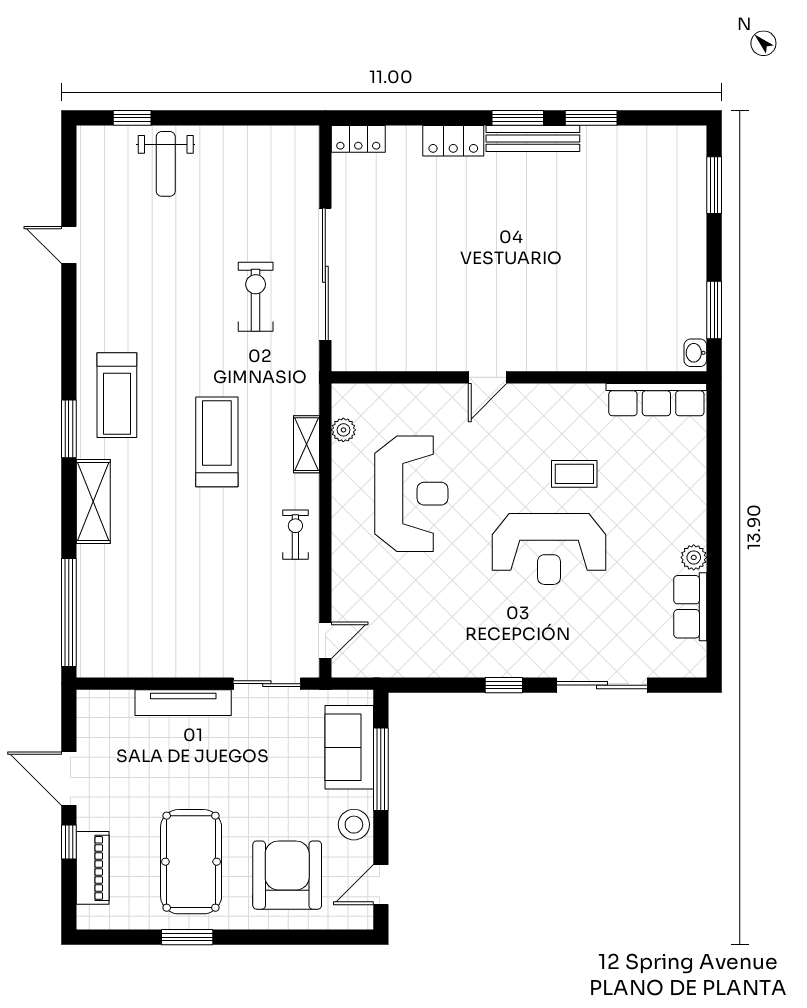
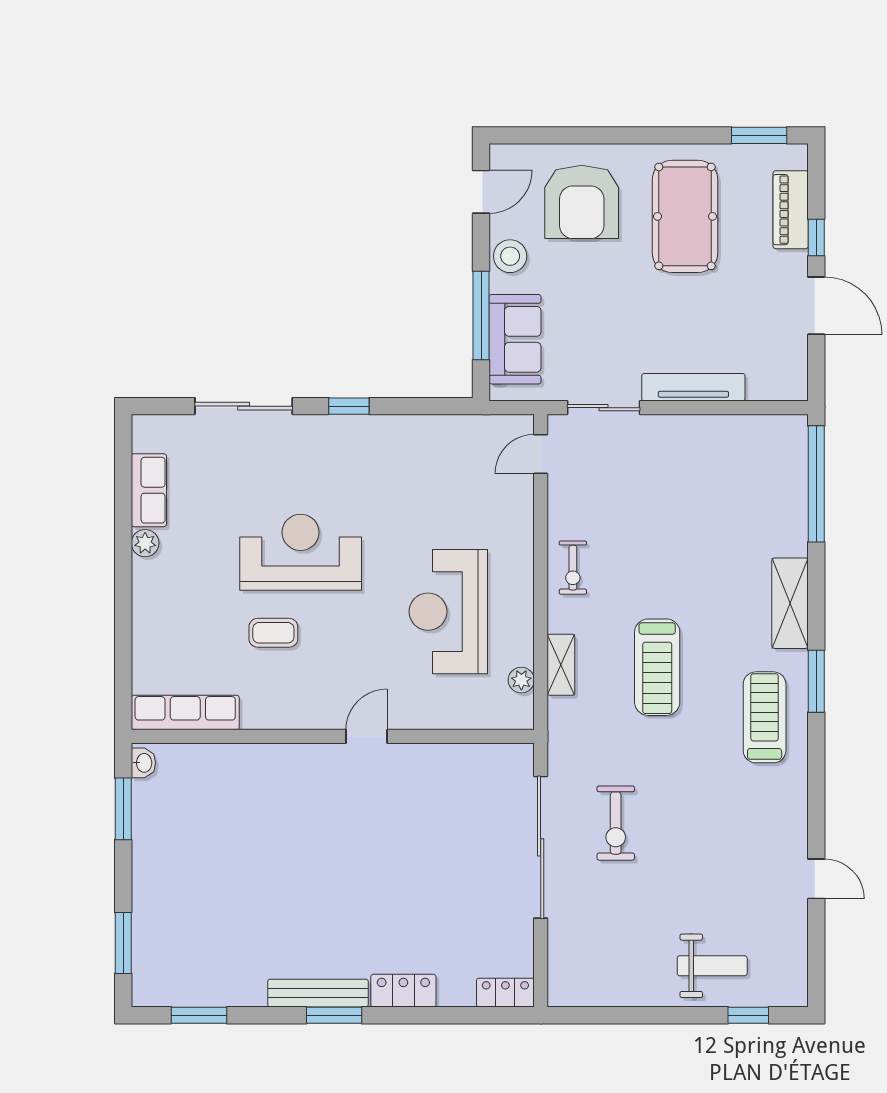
window: (591, 118) -> (199, 1015), moved
weight bench: (166, 164) -> (712, 966), turned 90
window: (187, 937) -> (759, 135), moved

